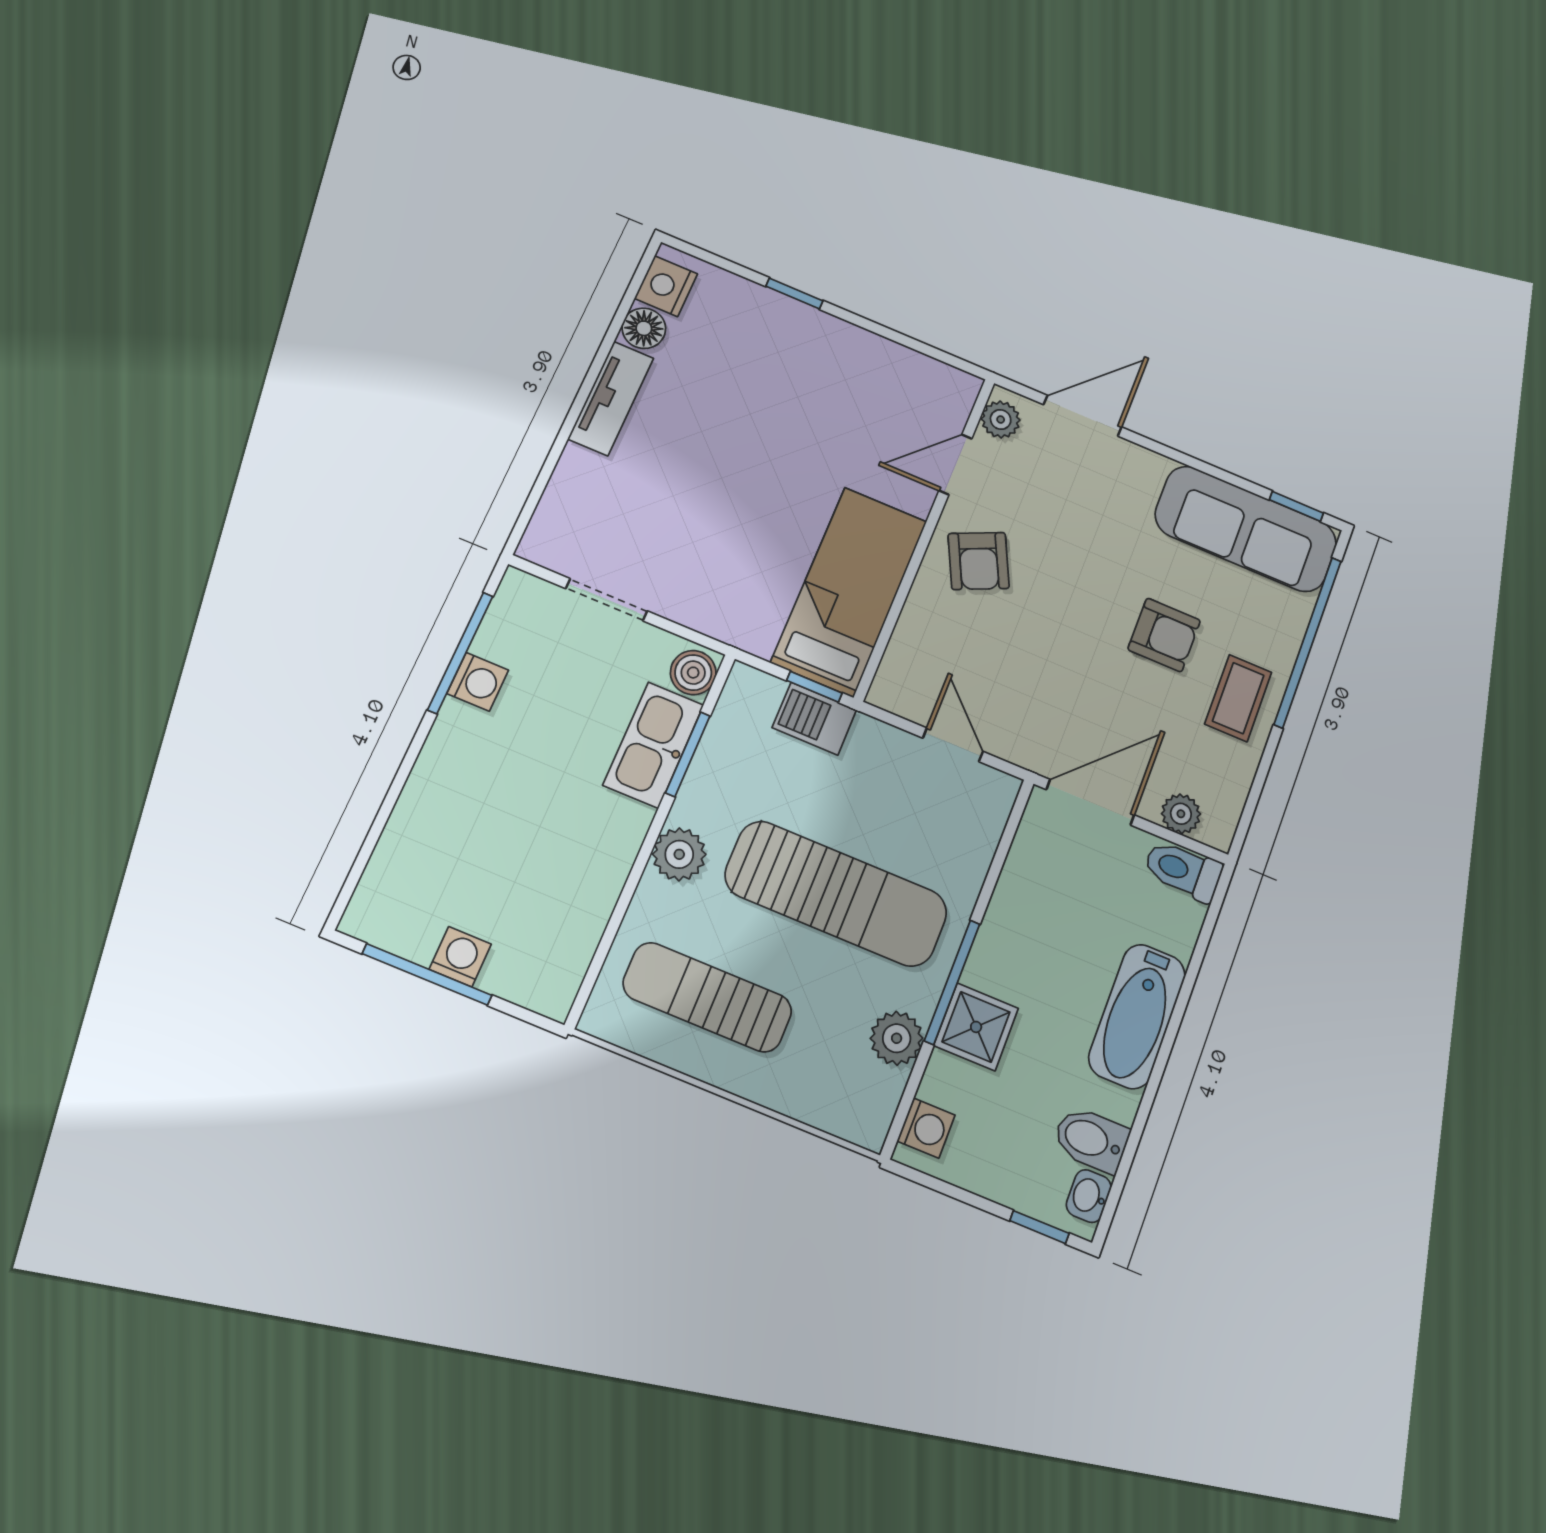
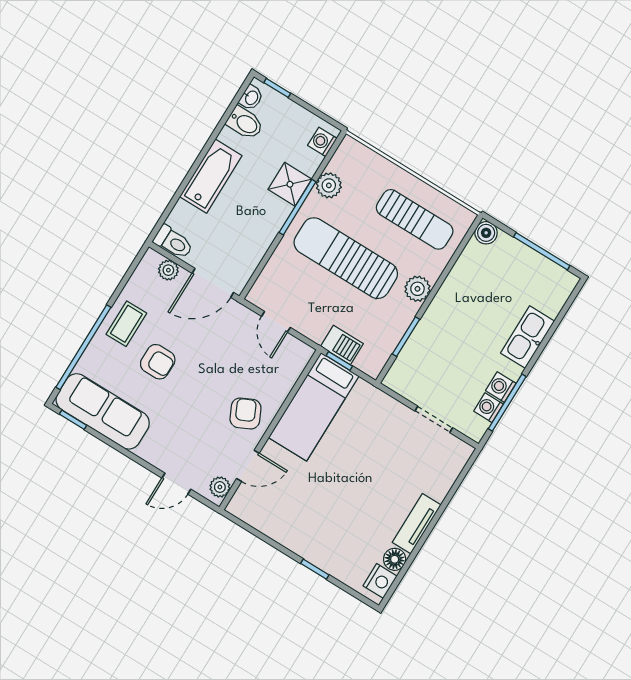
door: (1083, 416) -> (176, 484), width x0.73
armchair: (1164, 635) -> (158, 362), turned 180
boiler: (693, 673) -> (486, 233), moved
kitchen sink: (653, 745) -> (528, 337), moved, turned 180
washing machine: (460, 957) -> (489, 408), moved, turned 90

